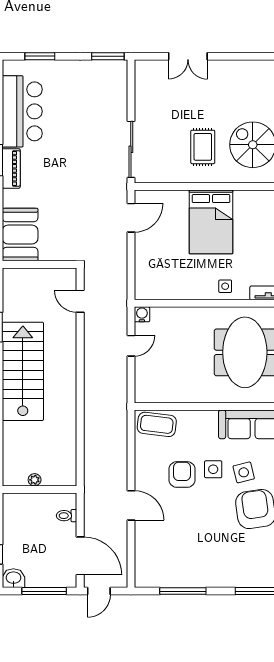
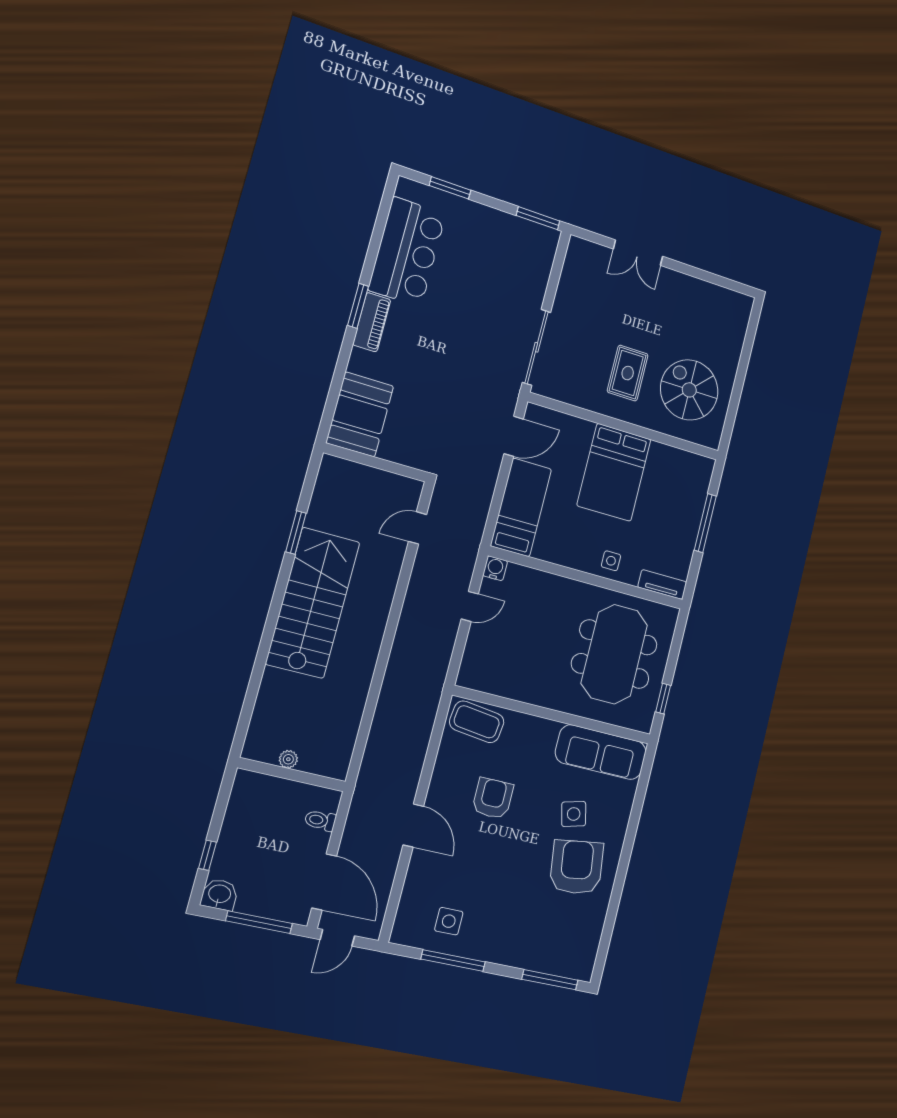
bed: (149, 266) -> (521, 507), added
door: (80, 301) -> (418, 528), hinge flipped
side table: (213, 469) -> (449, 921), moved

